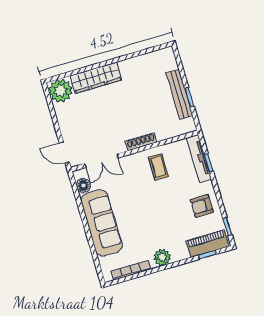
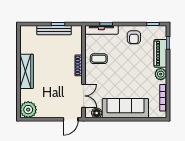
wardrobe: (96, 78) -> (26, 71), moved
piano: (207, 244) -> (160, 53), moved

